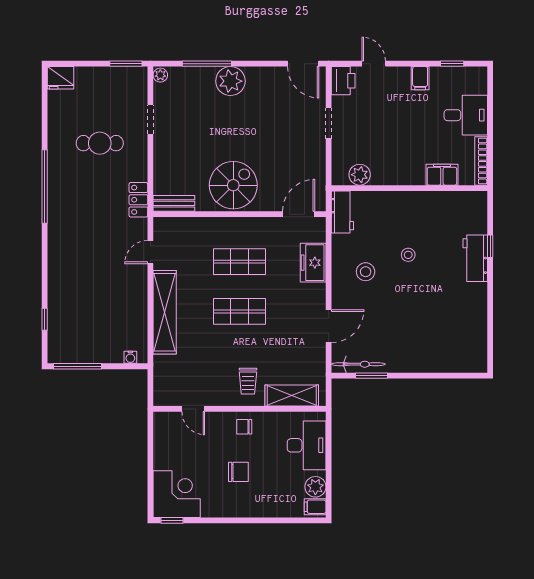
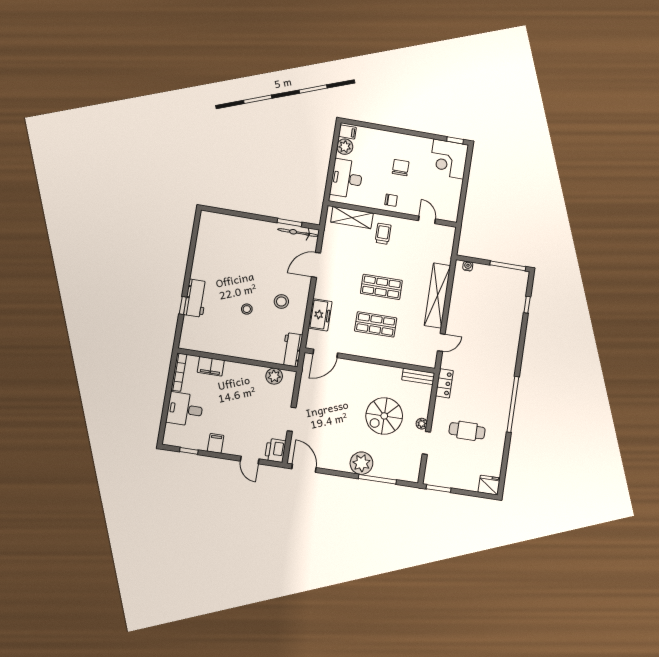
plant: (160, 75) -> (422, 424), moved
spiral stairs: (233, 185) -> (384, 416), moved
chair: (238, 472) -> (401, 168), turned 90

